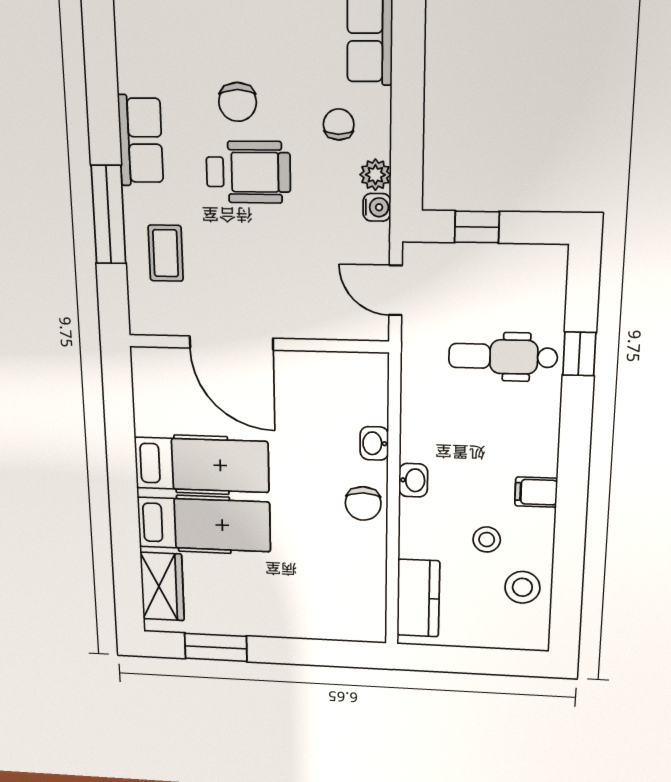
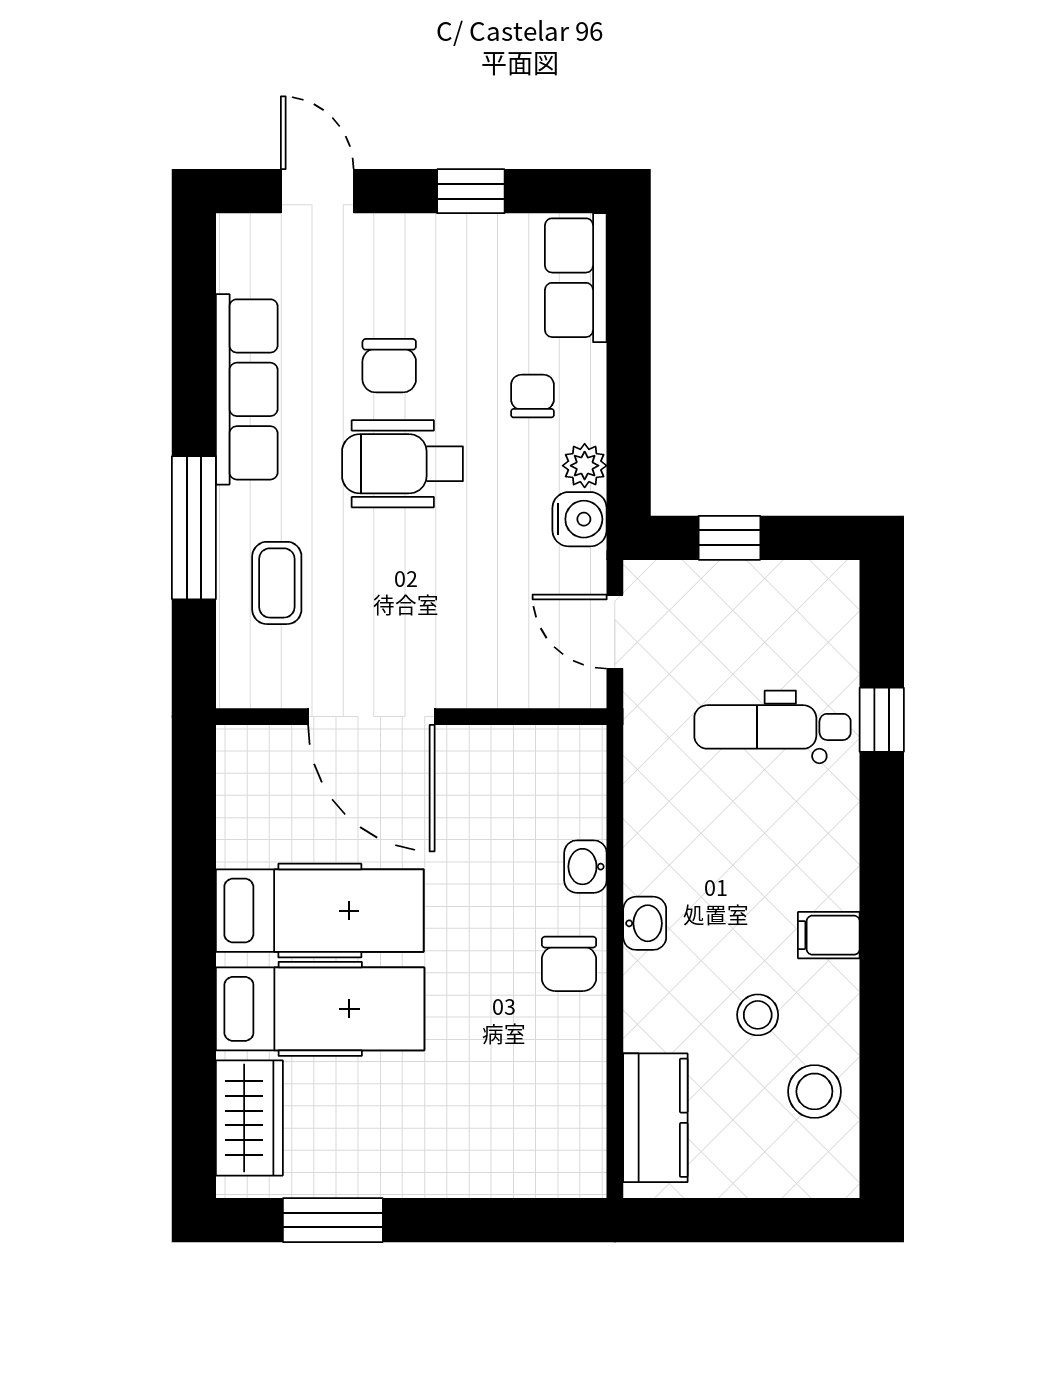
row of seats: (141, 140) -> (247, 389), width x1.48
wheelchair: (248, 172) -> (402, 464), turned 180
water cooler: (377, 207) -> (579, 519), width x1.38, depth x1.38

